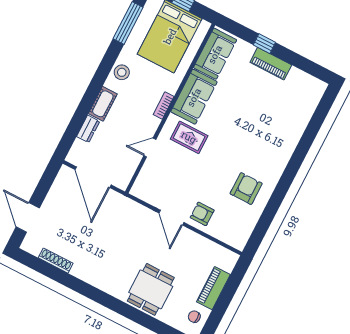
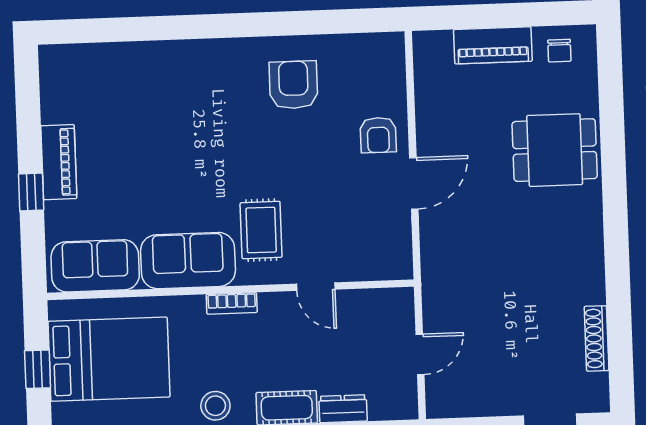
door: (93, 177) -> (420, 354), width x0.53
armchair: (246, 189) -> (293, 85), turned 90

